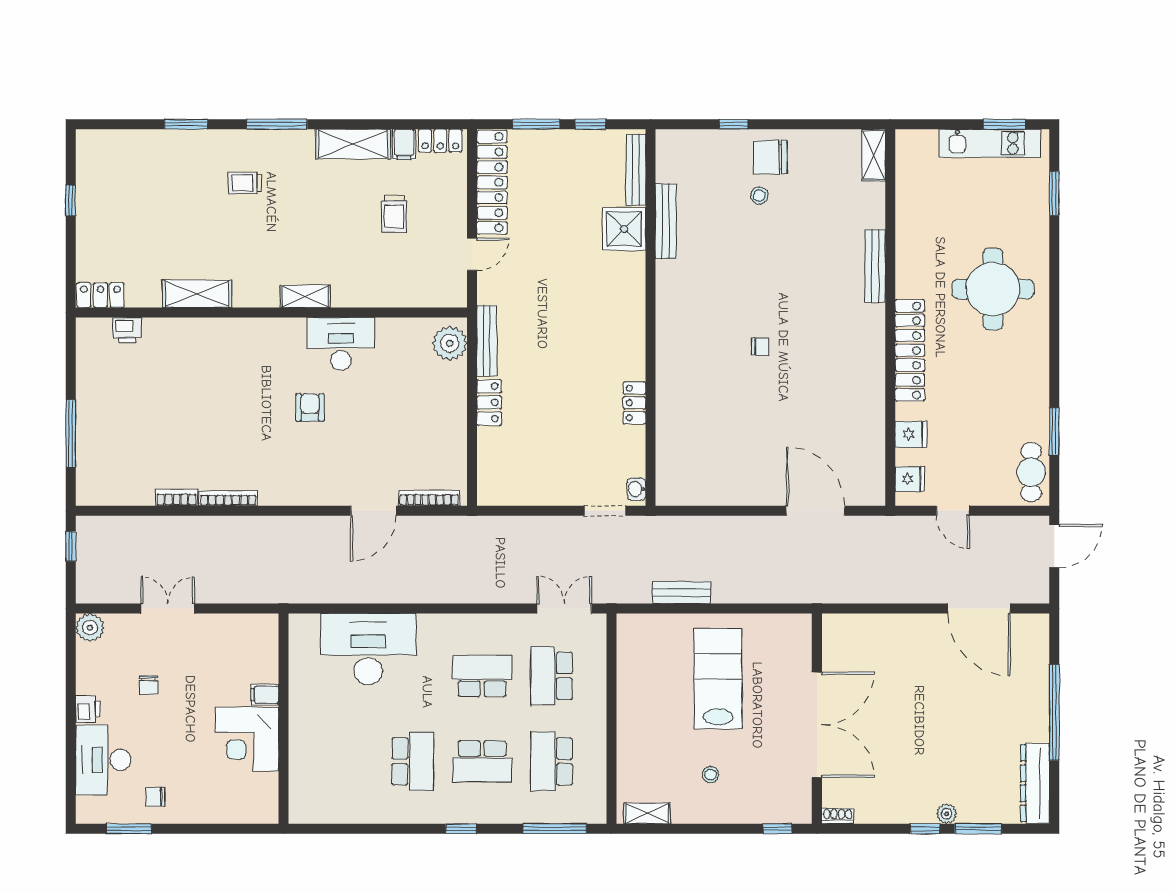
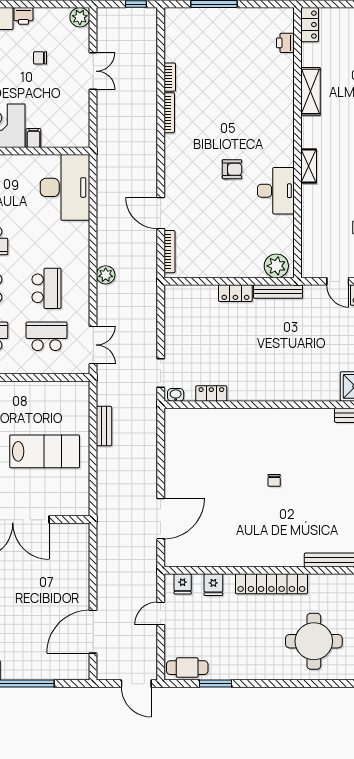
locker: (634, 403) -> (211, 393), moved
plant: (463, 590) -> (106, 275), added
desk: (368, 649) -> (65, 187), moved

